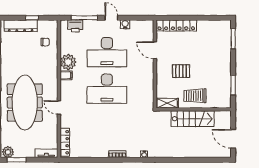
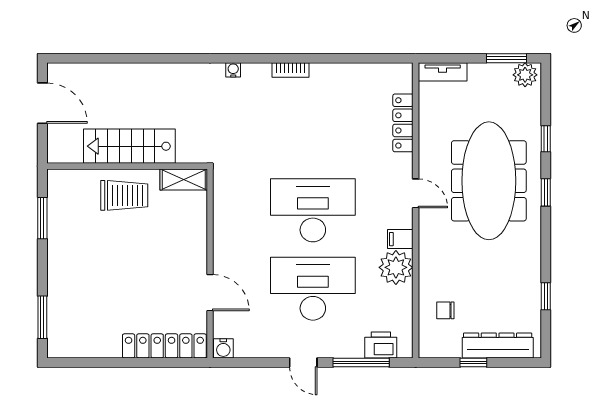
water cooler: (125, 24) -> (223, 348), moved
pallet: (181, 71) -> (154, 248), removed
door: (59, 108) -> (416, 193), moved
locker: (65, 142) -> (403, 123), moved

